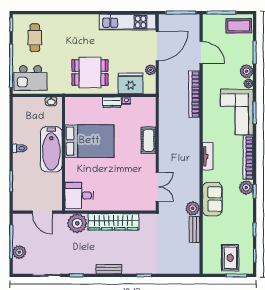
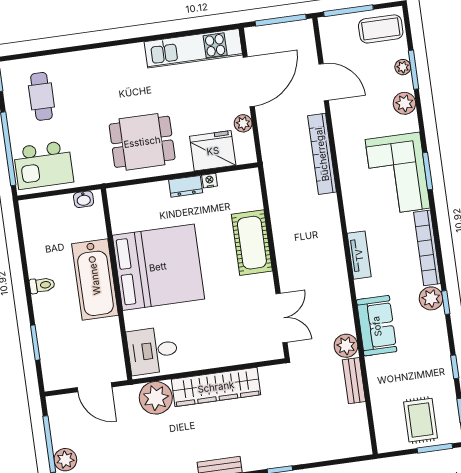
plant: (249, 84) -> (403, 67), moved
cot: (149, 140) -> (252, 243), width x1.37, depth x1.34
bed: (89, 141) -> (158, 267), width x1.36

